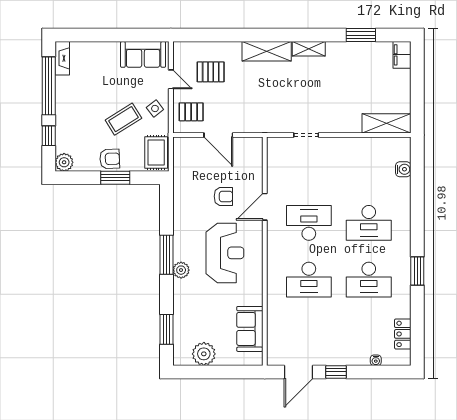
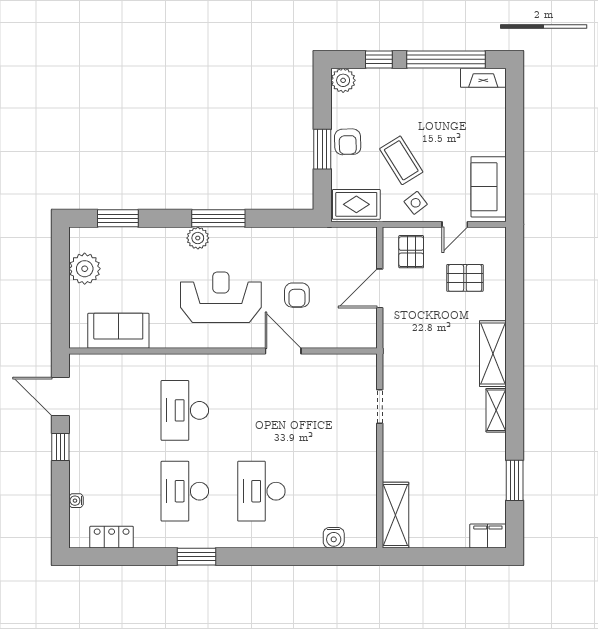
pallet: (211, 72) -> (465, 278), turned 90
desk: (309, 223) -> (261, 410), removed
reception desk: (225, 253) -> (221, 297), turned 180

